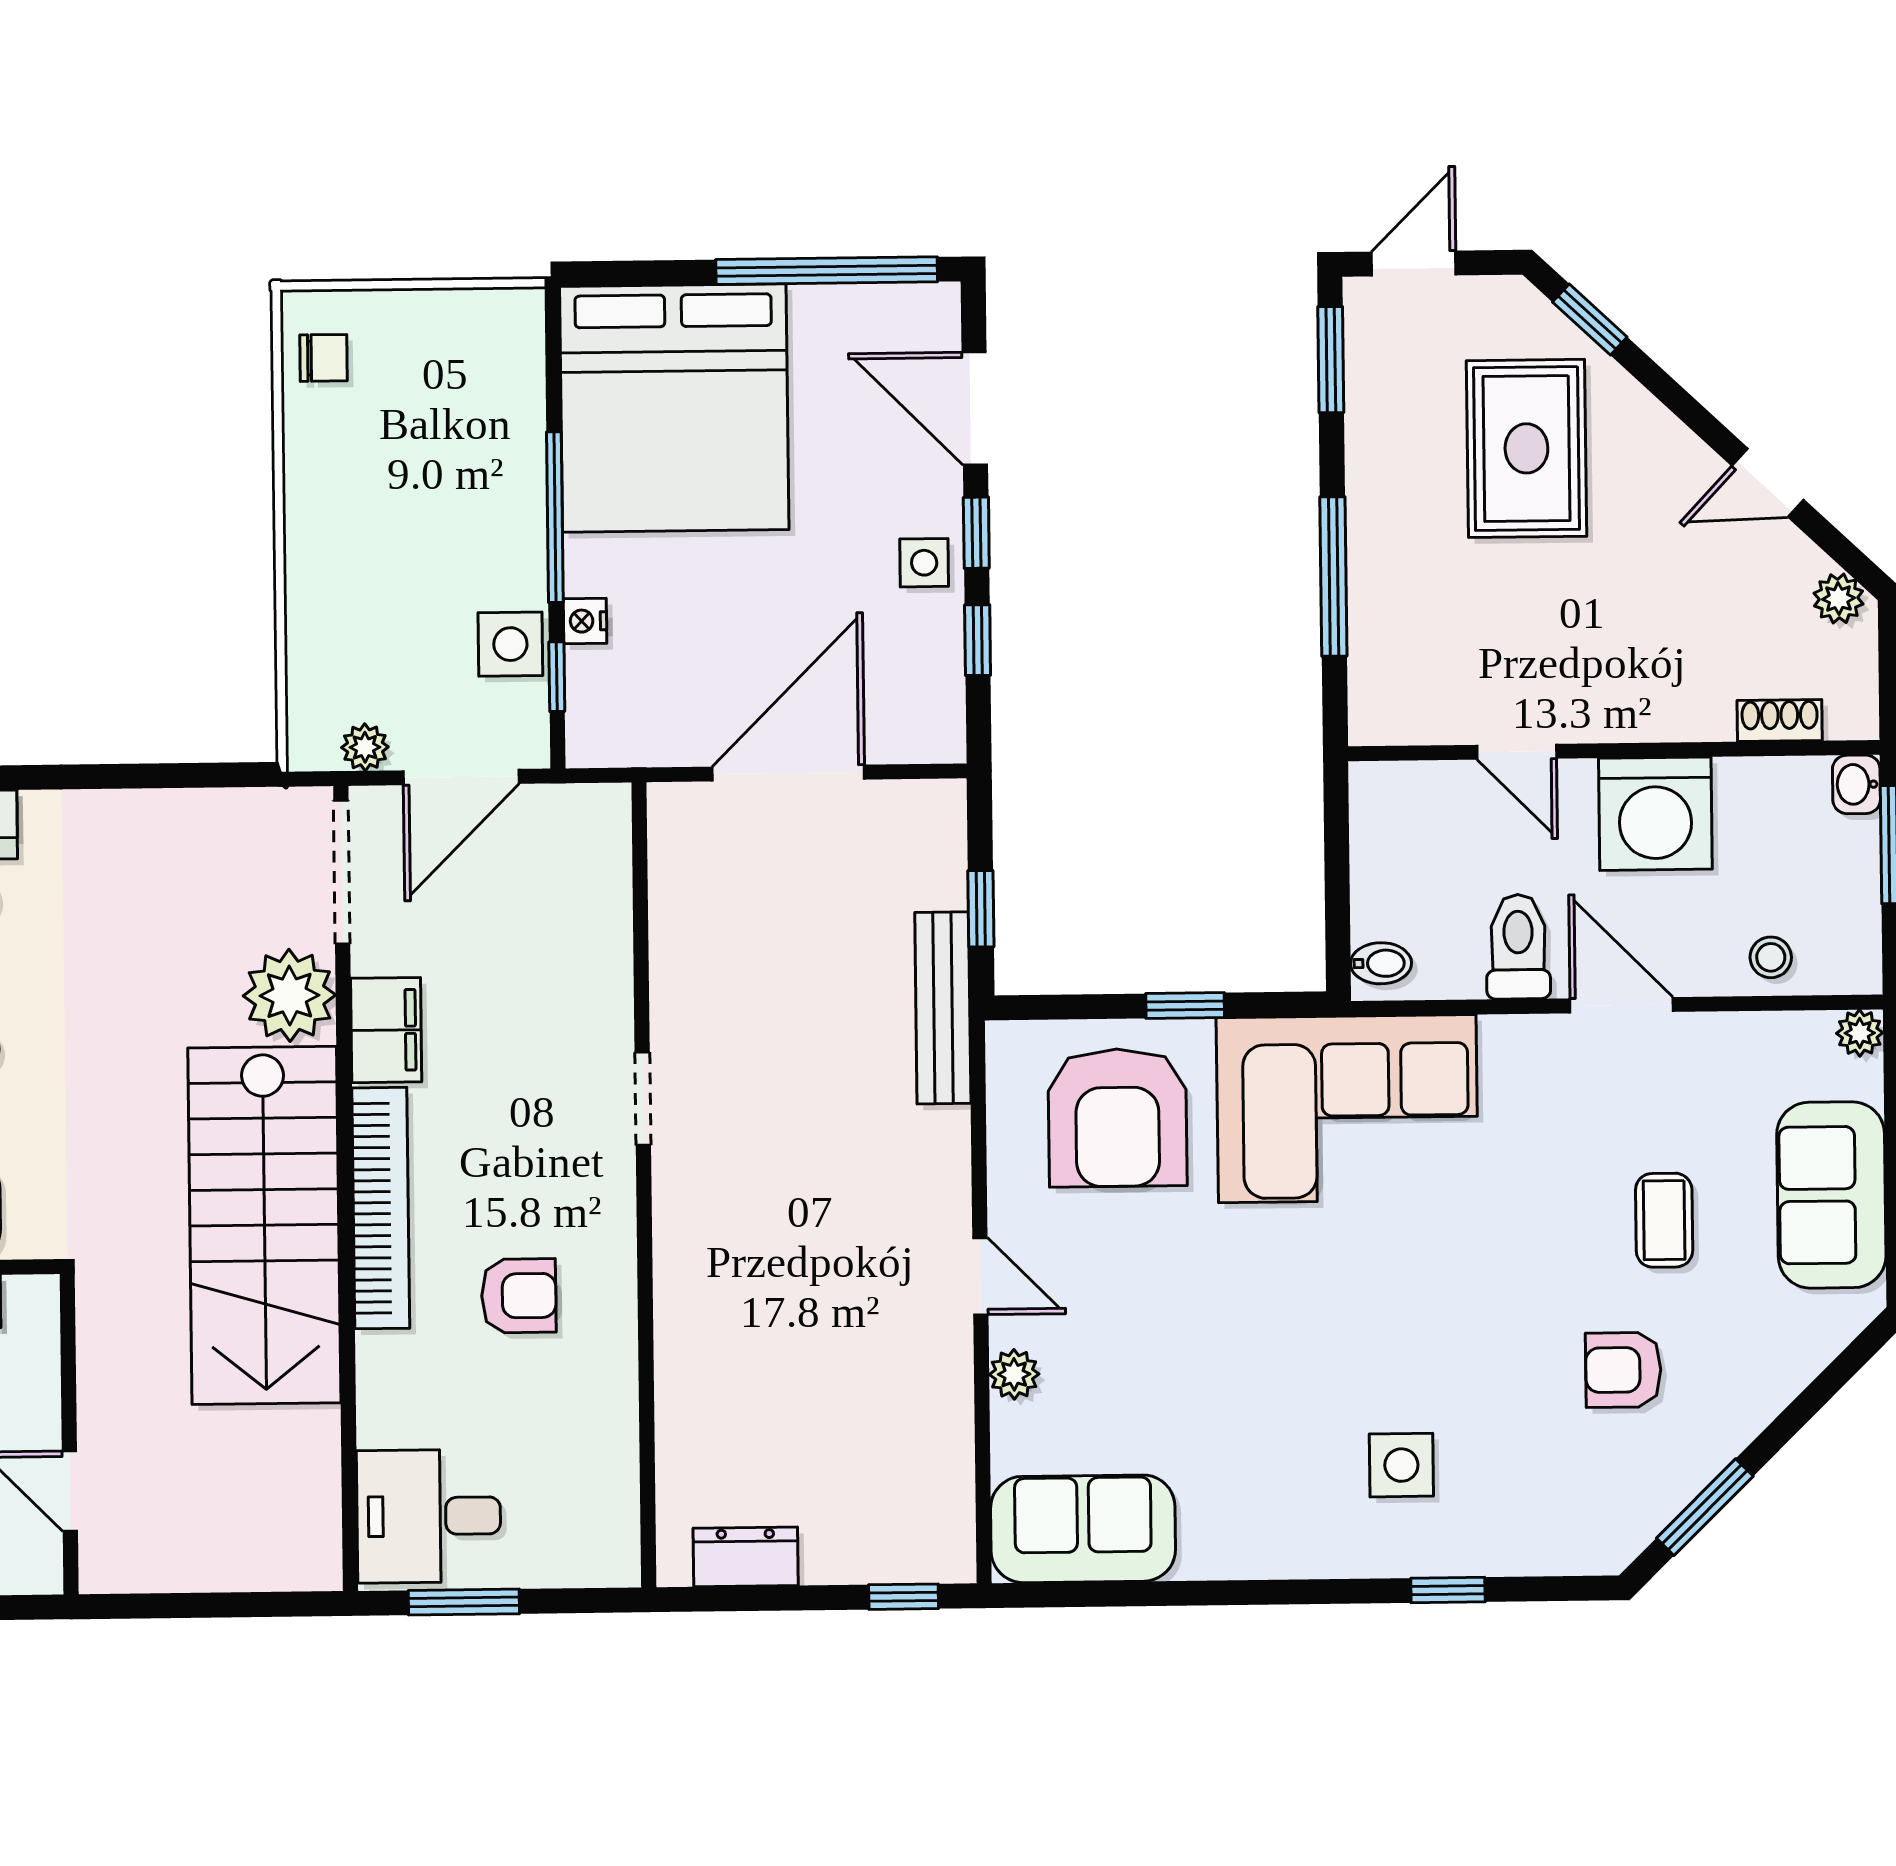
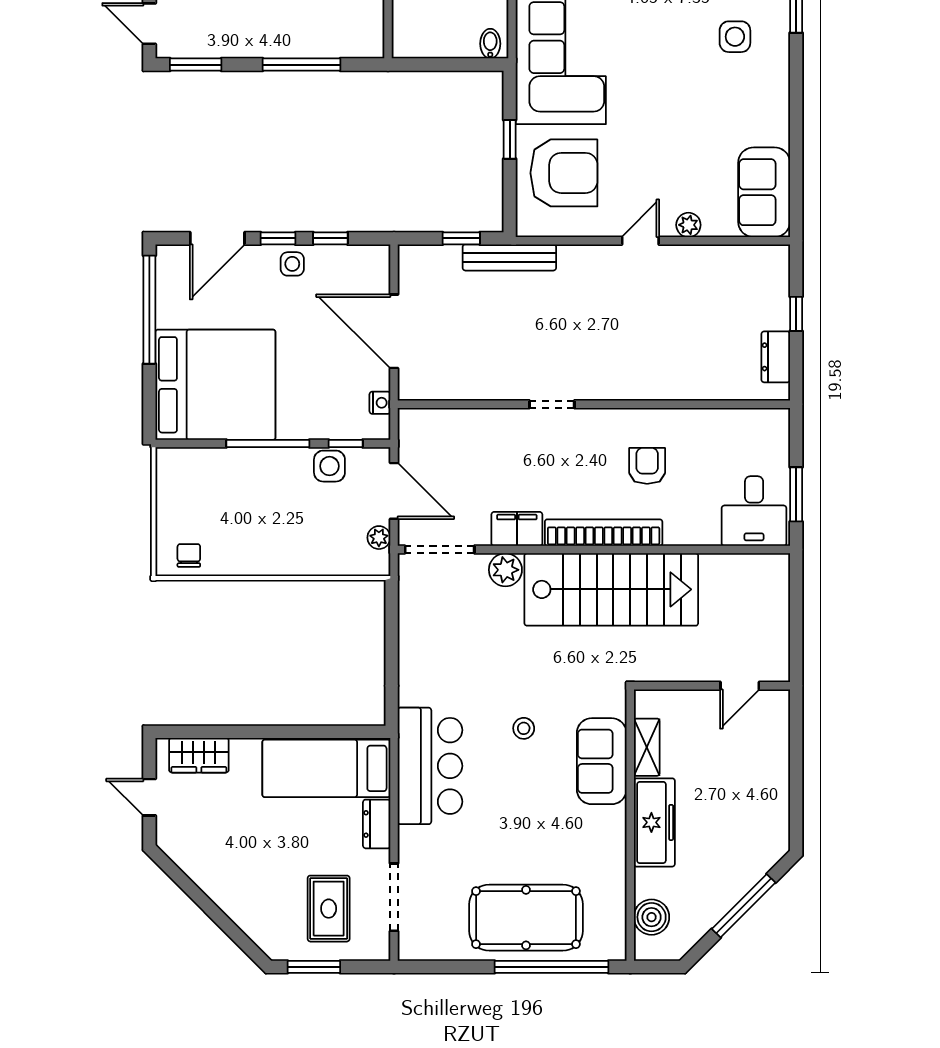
nightstand: (585, 621) -> (380, 403), moved, turned -90
plant: (290, 995) -> (505, 570), width x0.73, depth x0.73
window: (904, 1597) -> (796, 314), moved

